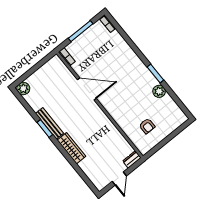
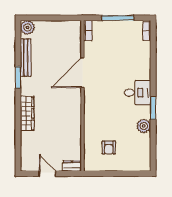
desk: (136, 72) -> (137, 93), added
door: (87, 89) -> (82, 73), swing flipped
bench: (50, 123) -> (26, 58), moved
door: (119, 179) -> (47, 174), swing flipped

